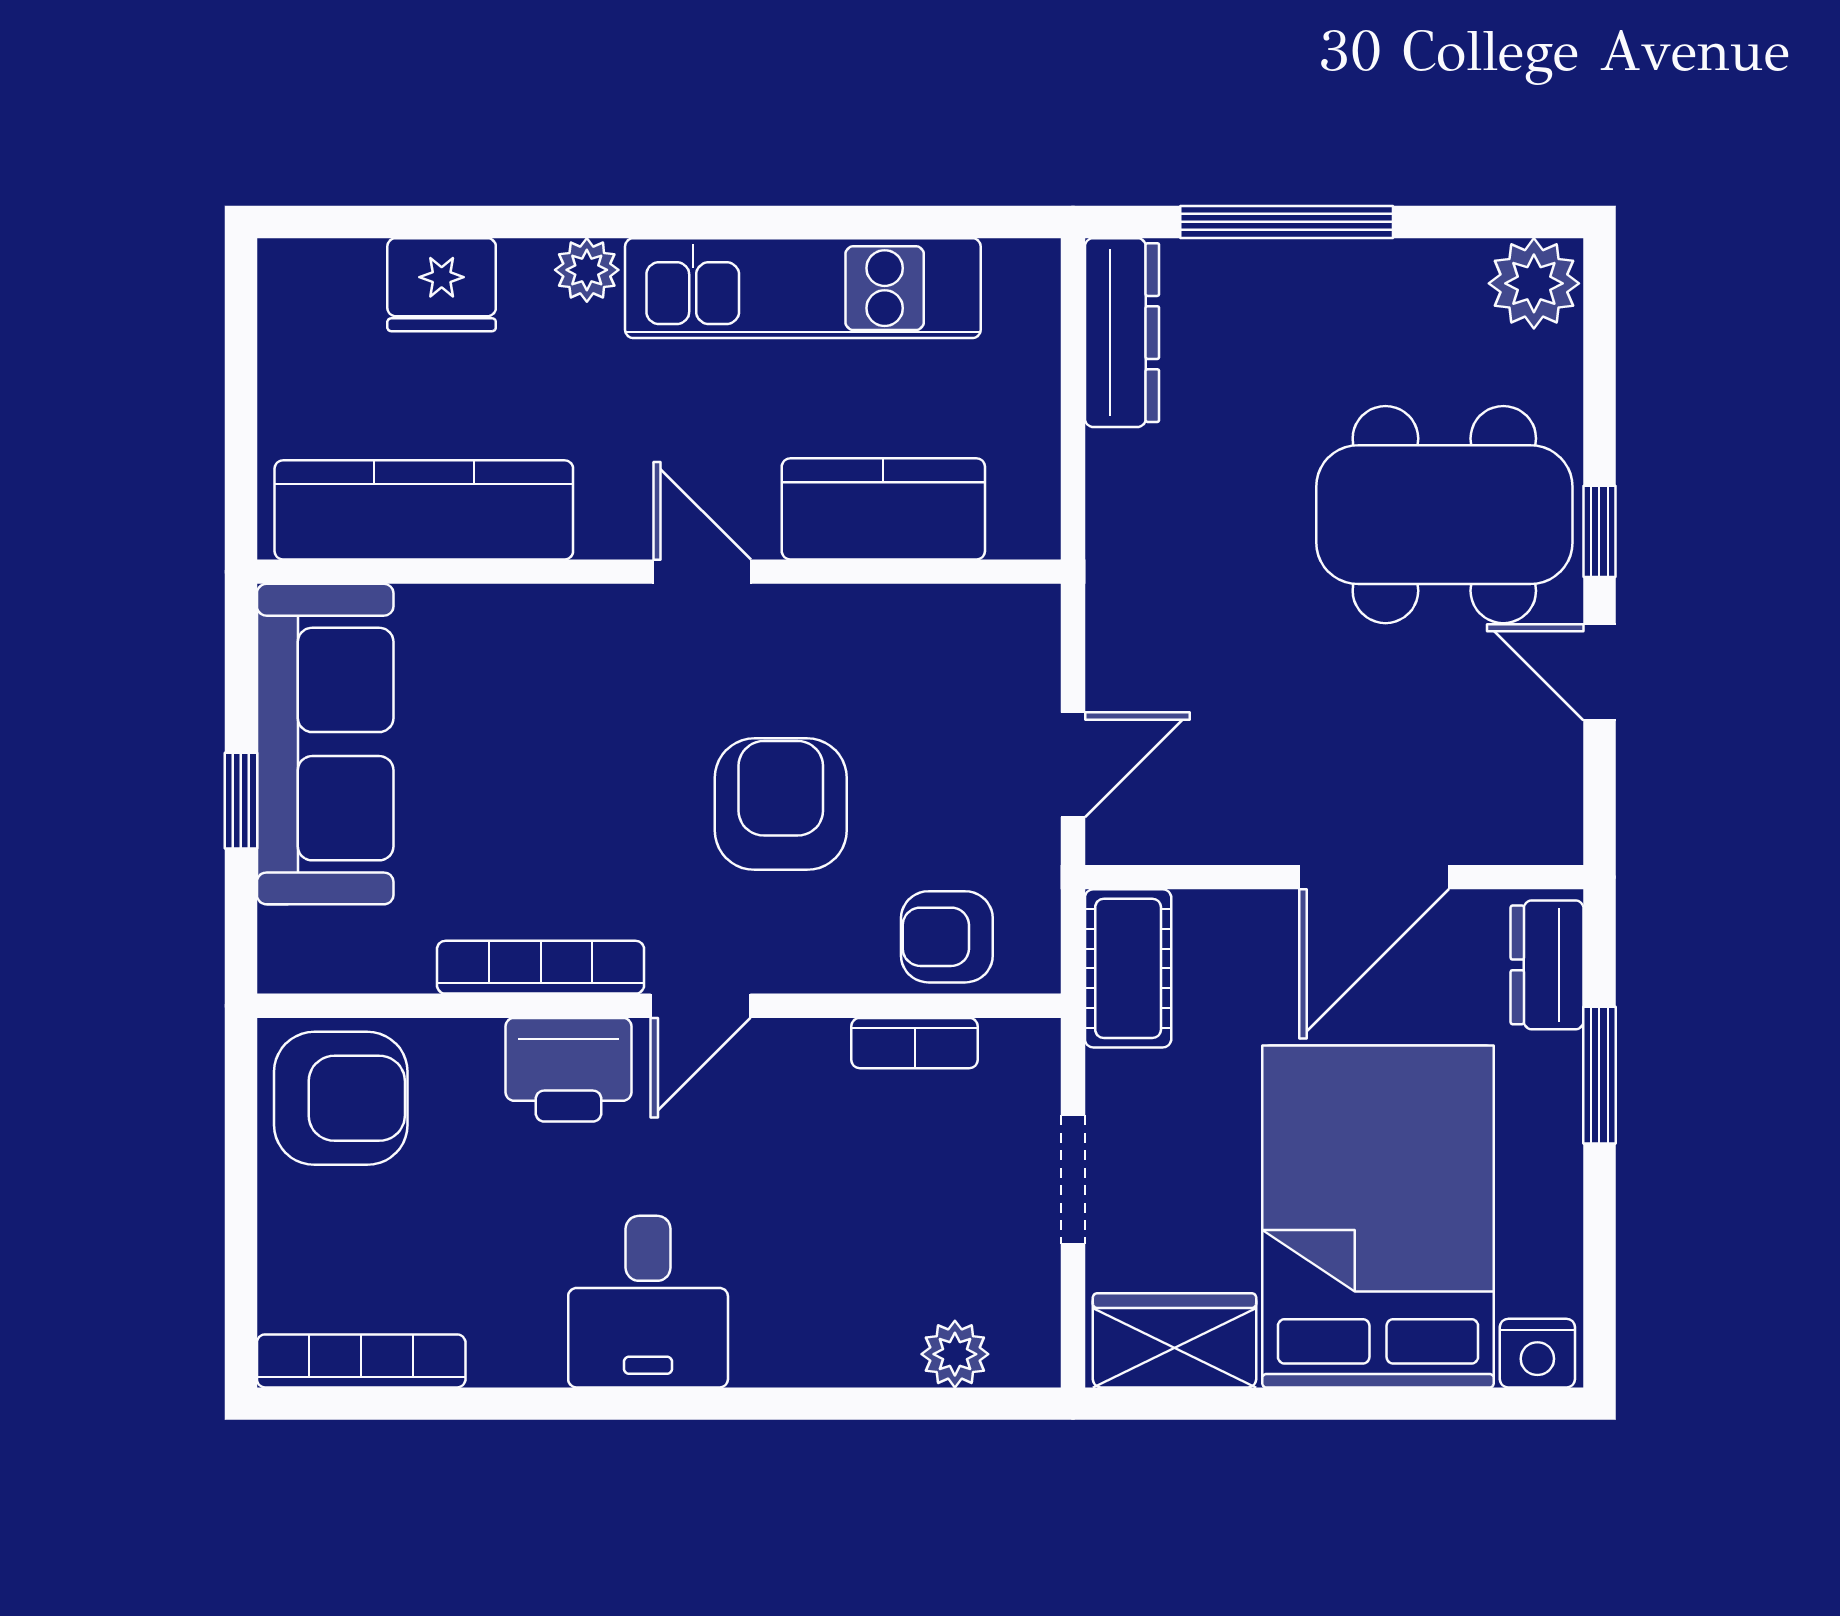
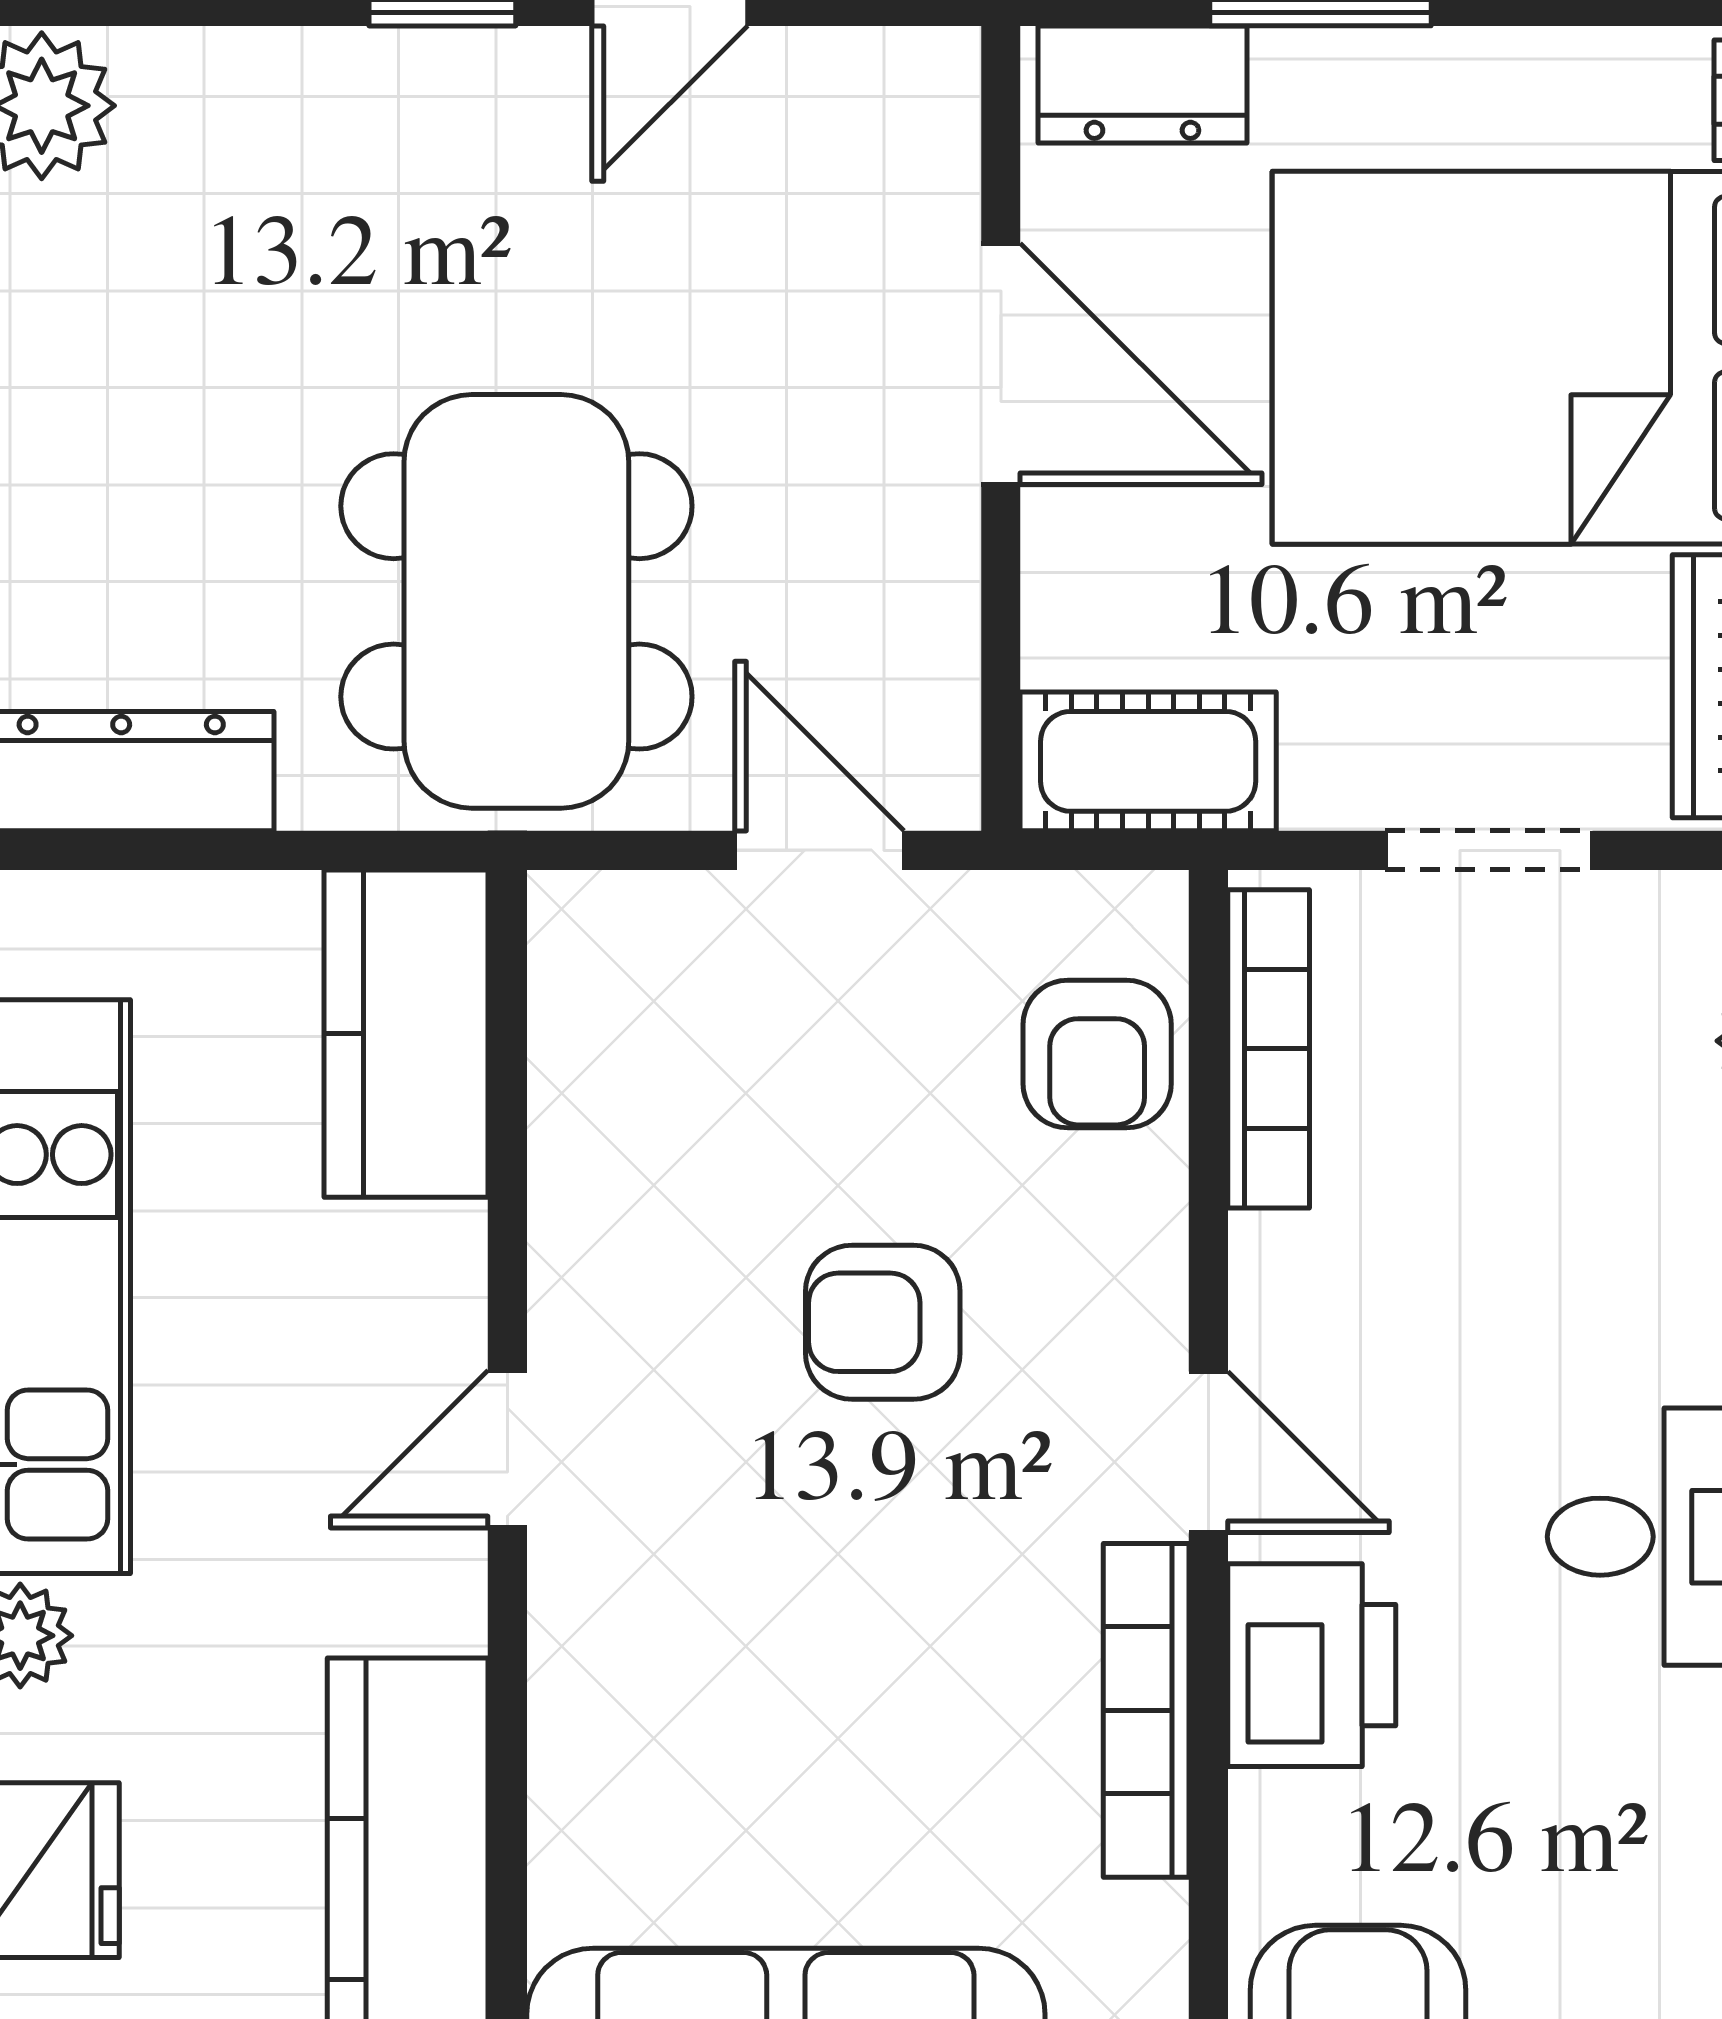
kitchen counter: (883, 509) -> (406, 1034), moved
dining table: (1444, 515) -> (516, 601), moved
armchair: (781, 804) -> (883, 1322), width x0.72, depth x0.72
bookcase: (915, 1043) -> (1269, 1049), width x1.56

